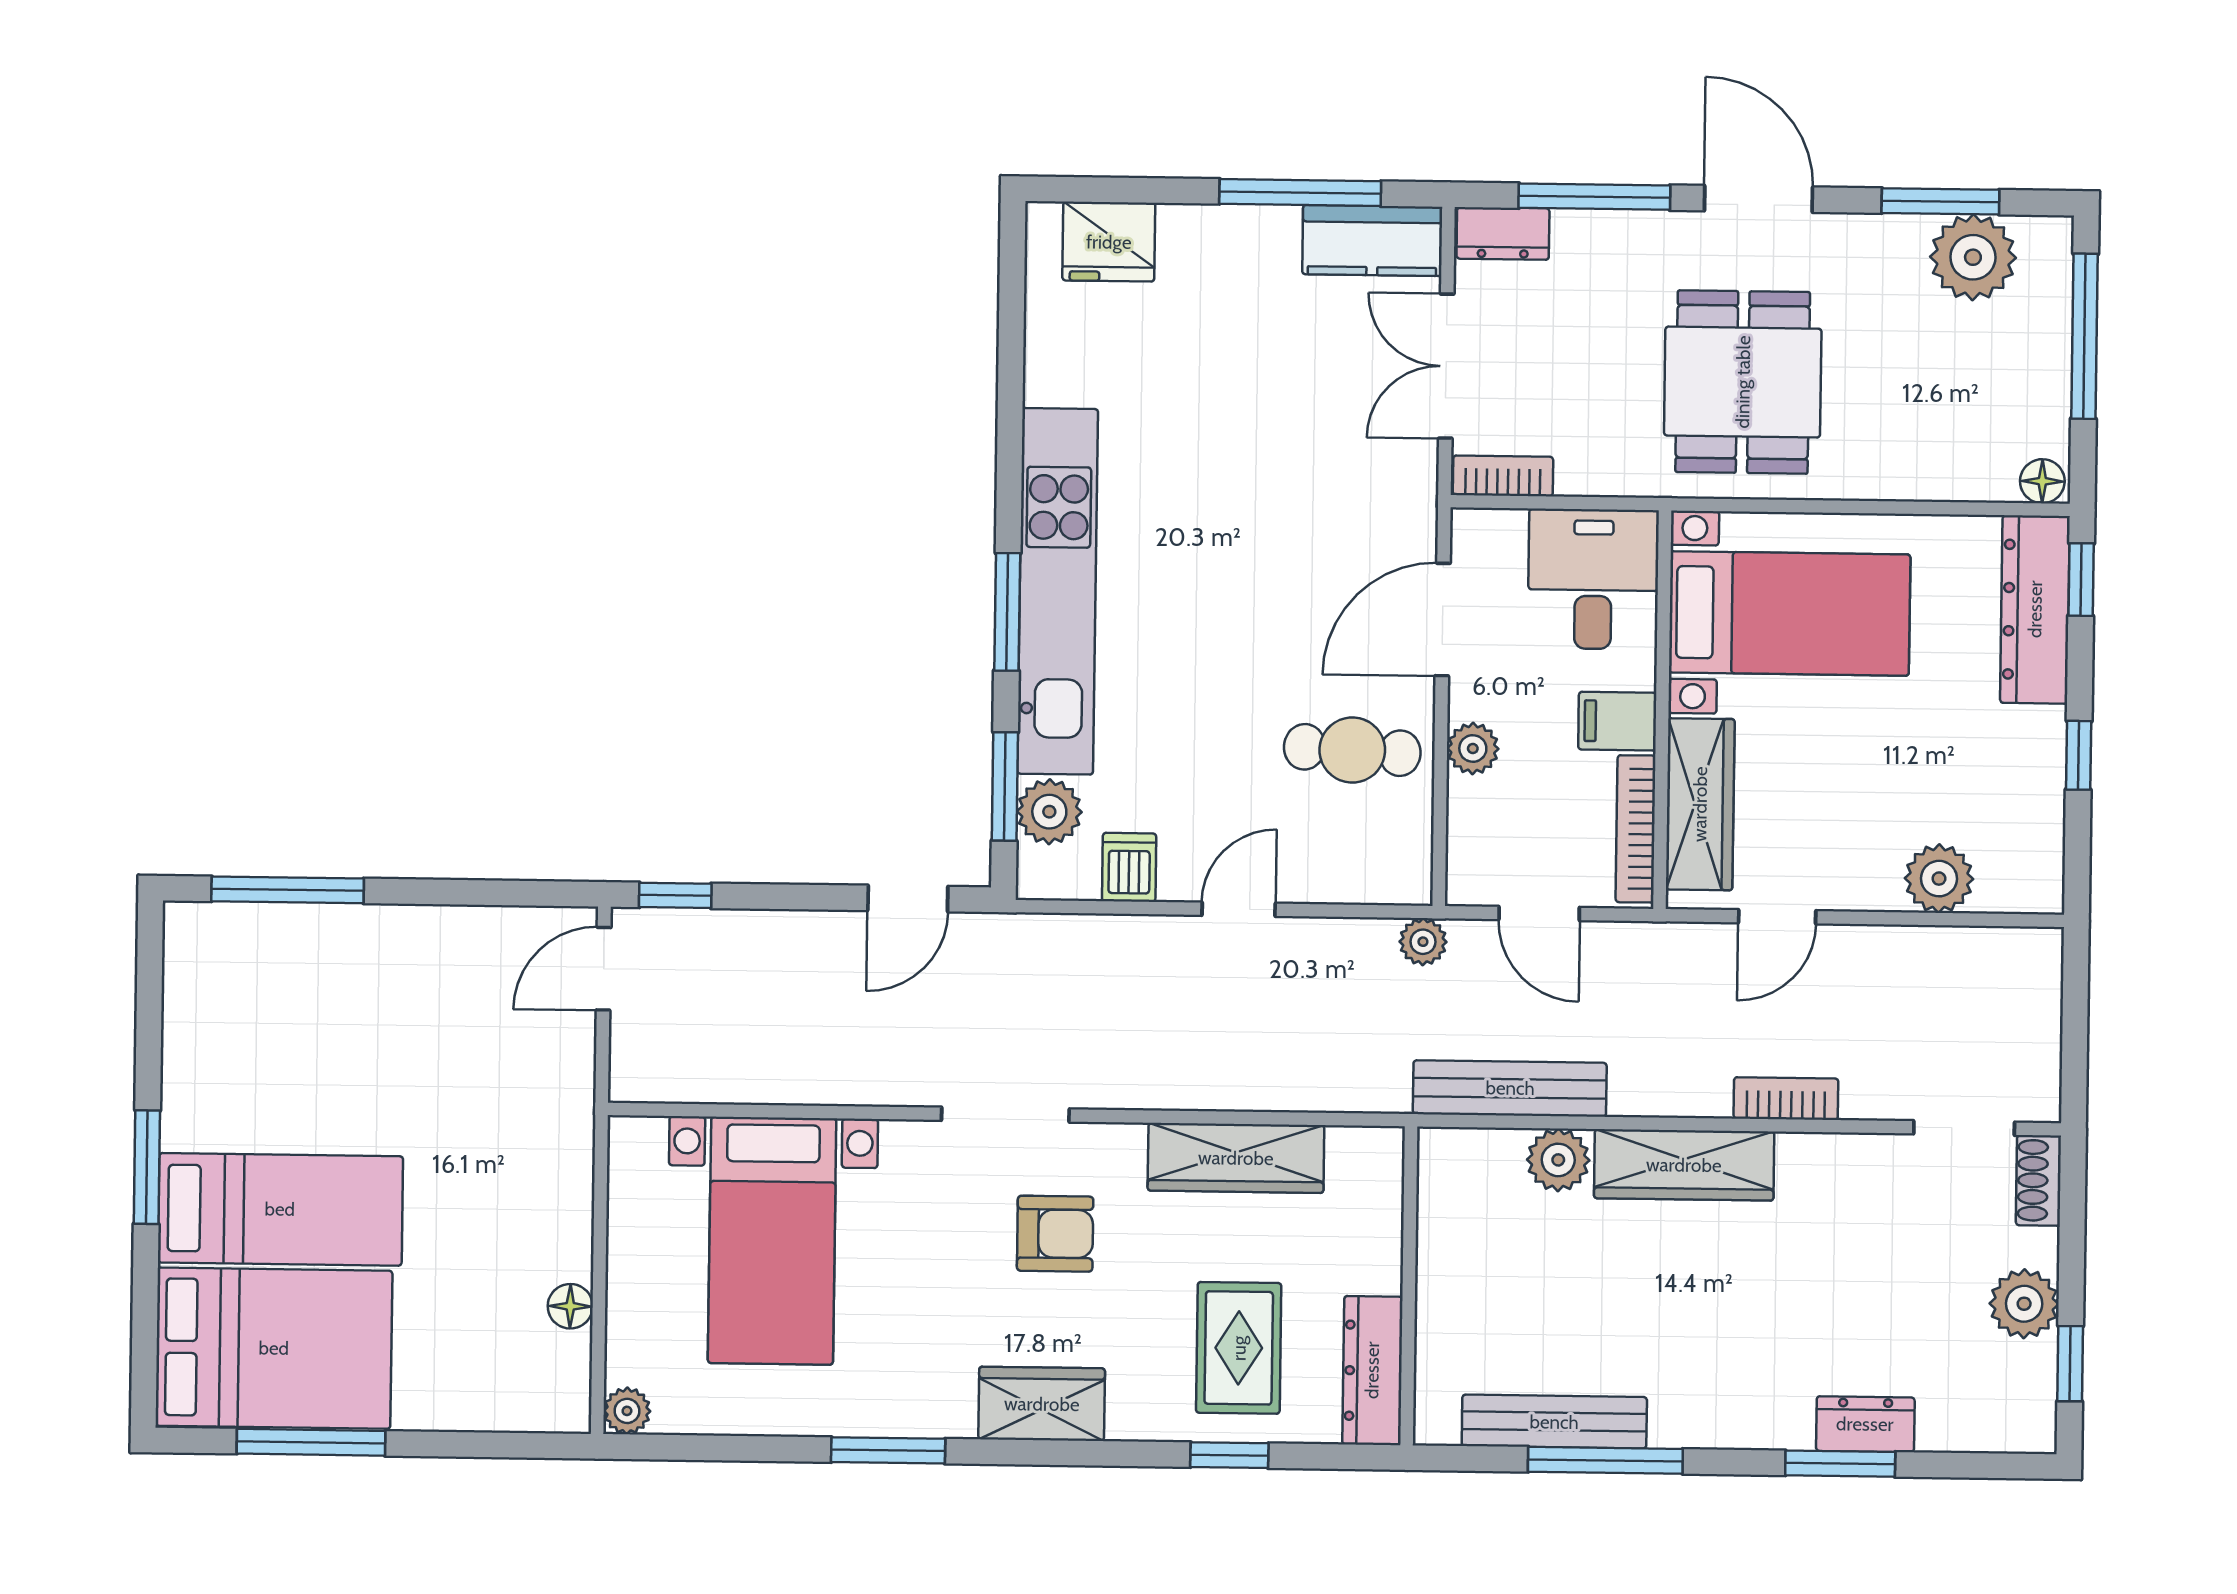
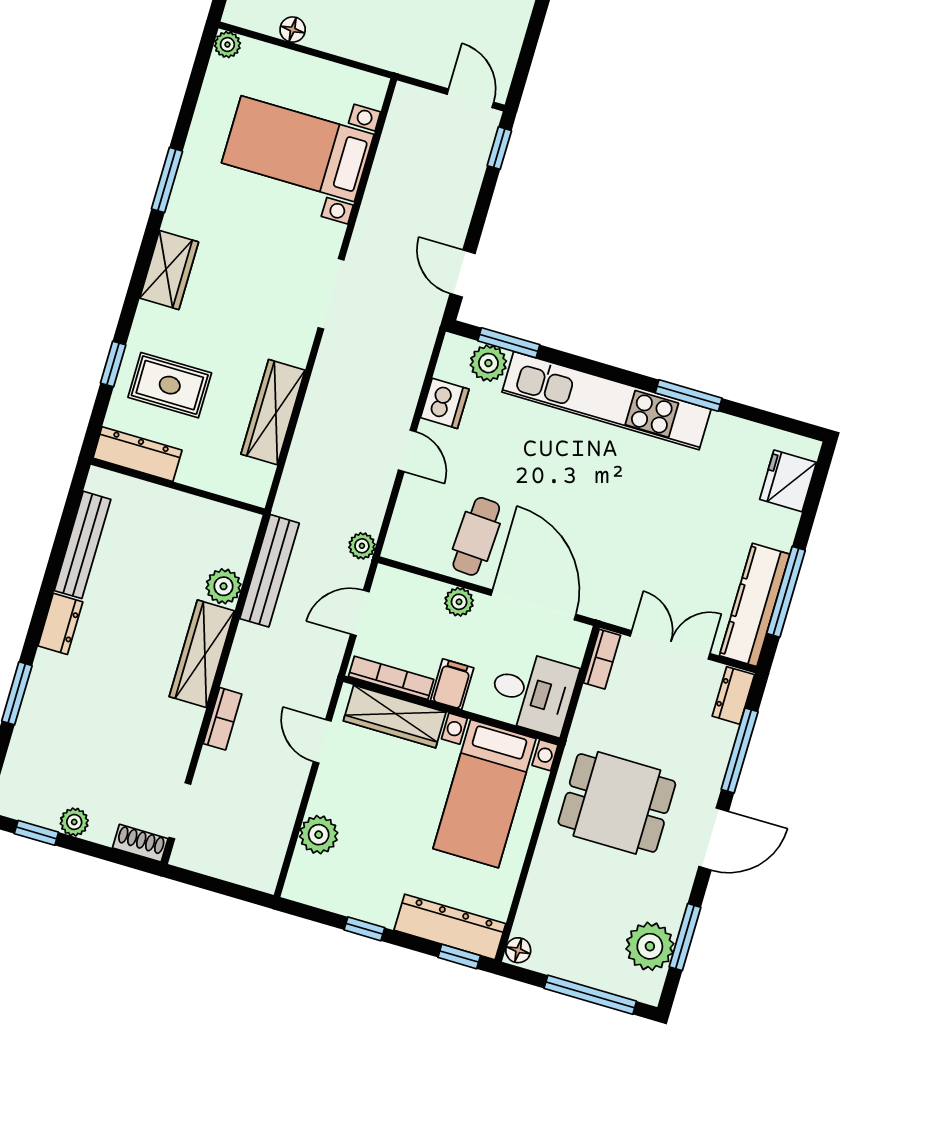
kitchen counter: (1372, 241) -> (755, 605), width x1.50
window: (1007, 612) -> (689, 395), moved
door: (1443, 620) -> (533, 605), width x1.36
dishwasher: (1129, 867) -> (445, 403), width x1.38
armchair: (1055, 1234) -> (259, 303), removed
plant: (2024, 1304) -> (74, 822), width x0.73, depth x0.73
dresser: (1865, 1424) -> (60, 624), moved
window: (1605, 1460) -> (54, 567), removed

